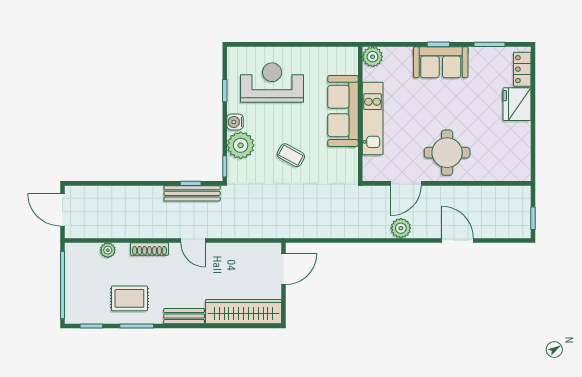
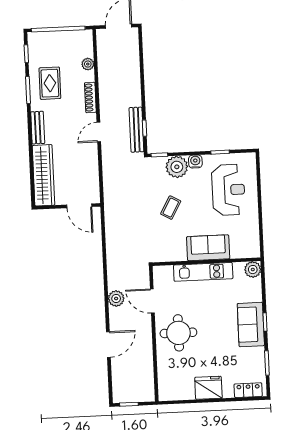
fridge: (517, 104) -> (208, 388), moved
sofa: (343, 111) -> (208, 248), width x0.73

